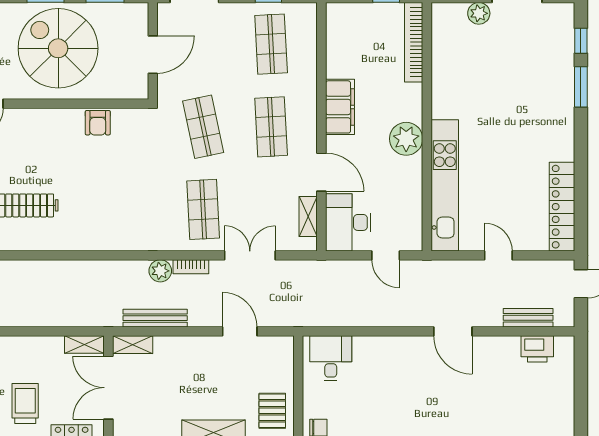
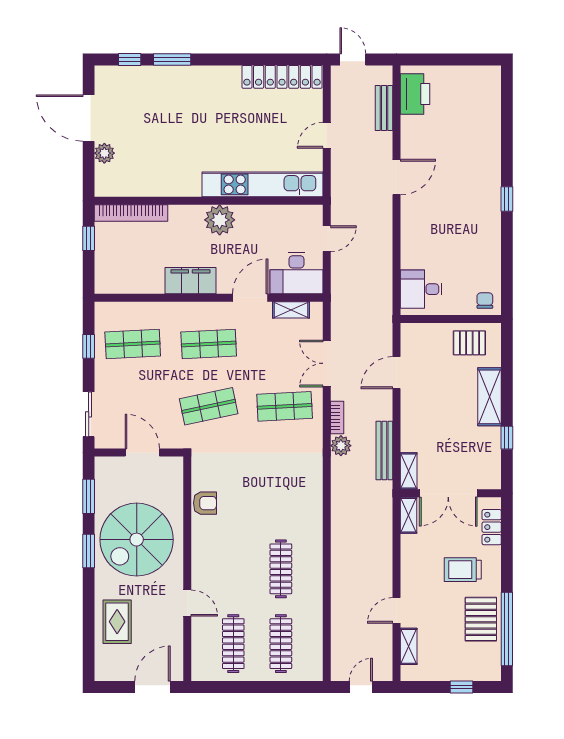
printer: (537, 349) -> (415, 94), width x1.37, depth x1.19

